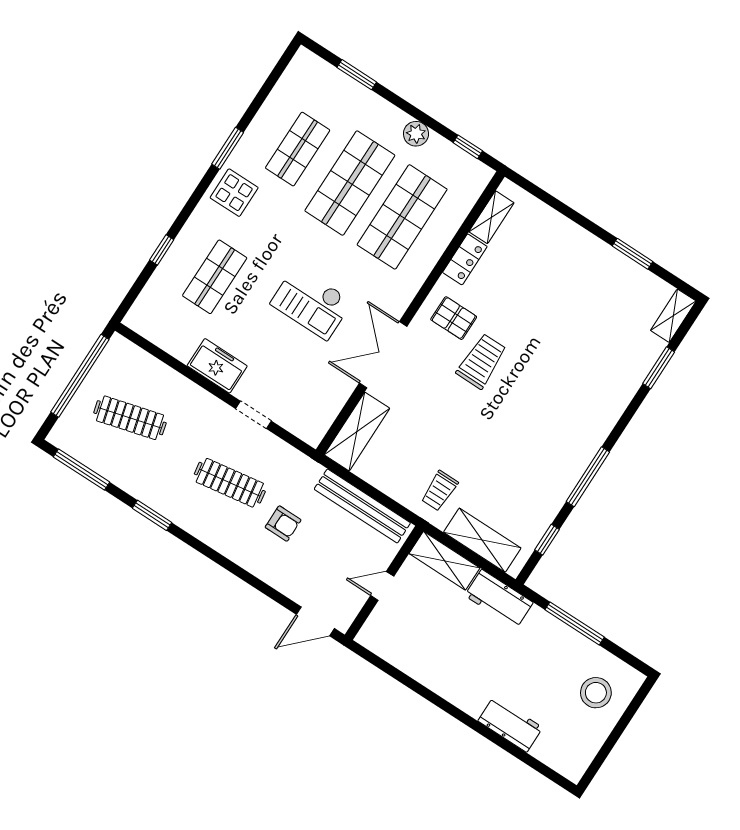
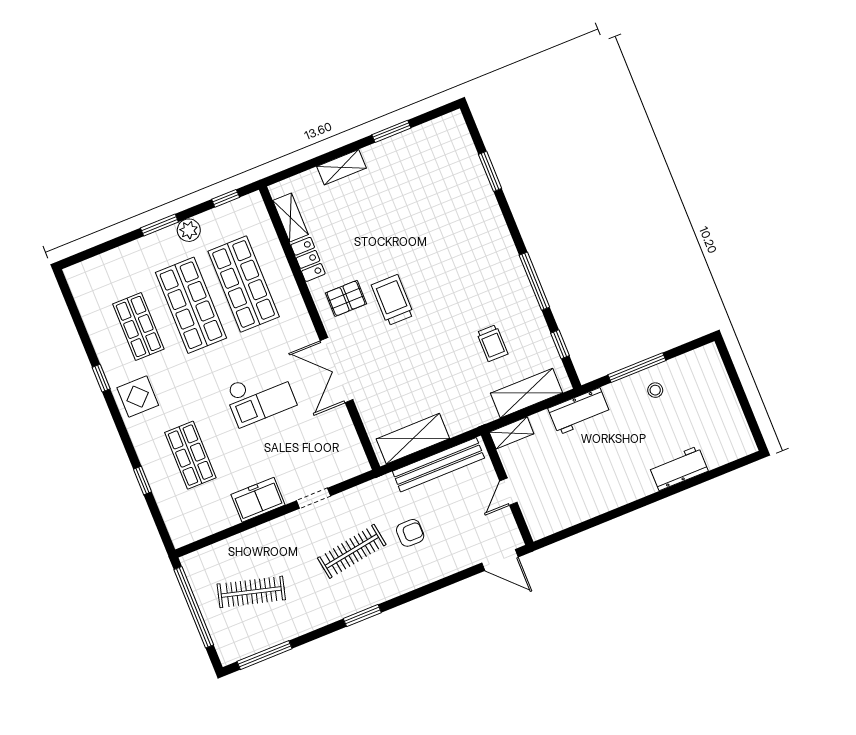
window: (357, 75) -> (159, 225), moved
window: (228, 148) -> (101, 378), width x0.67
shelving: (673, 316) -> (341, 167), moved, turned 90
clothes rail: (130, 418) -> (251, 592), turned 30
shelving: (357, 432) -> (413, 439), moved, turned 90
trolley: (440, 491) -> (492, 343), moved
window: (152, 515) -> (362, 616), moved
shelving: (444, 561) -> (512, 433), width x0.67, depth x0.75
door: (315, 621) -> (500, 560), hinge flipped
stool: (596, 693) -> (655, 390), moved, width x0.53, depth x0.53

